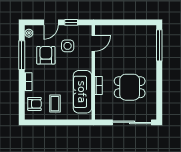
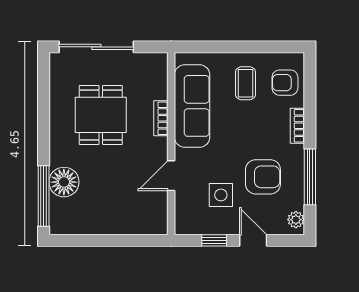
door: (51, 22) -> (253, 240), hinge flipped
door: (93, 43) -> (171, 176), moved
floor lamp: (149, 53) -> (64, 182), added
armchair: (46, 55) -> (263, 177), turned -90
dining table: (130, 87) -> (101, 115), turned 90

